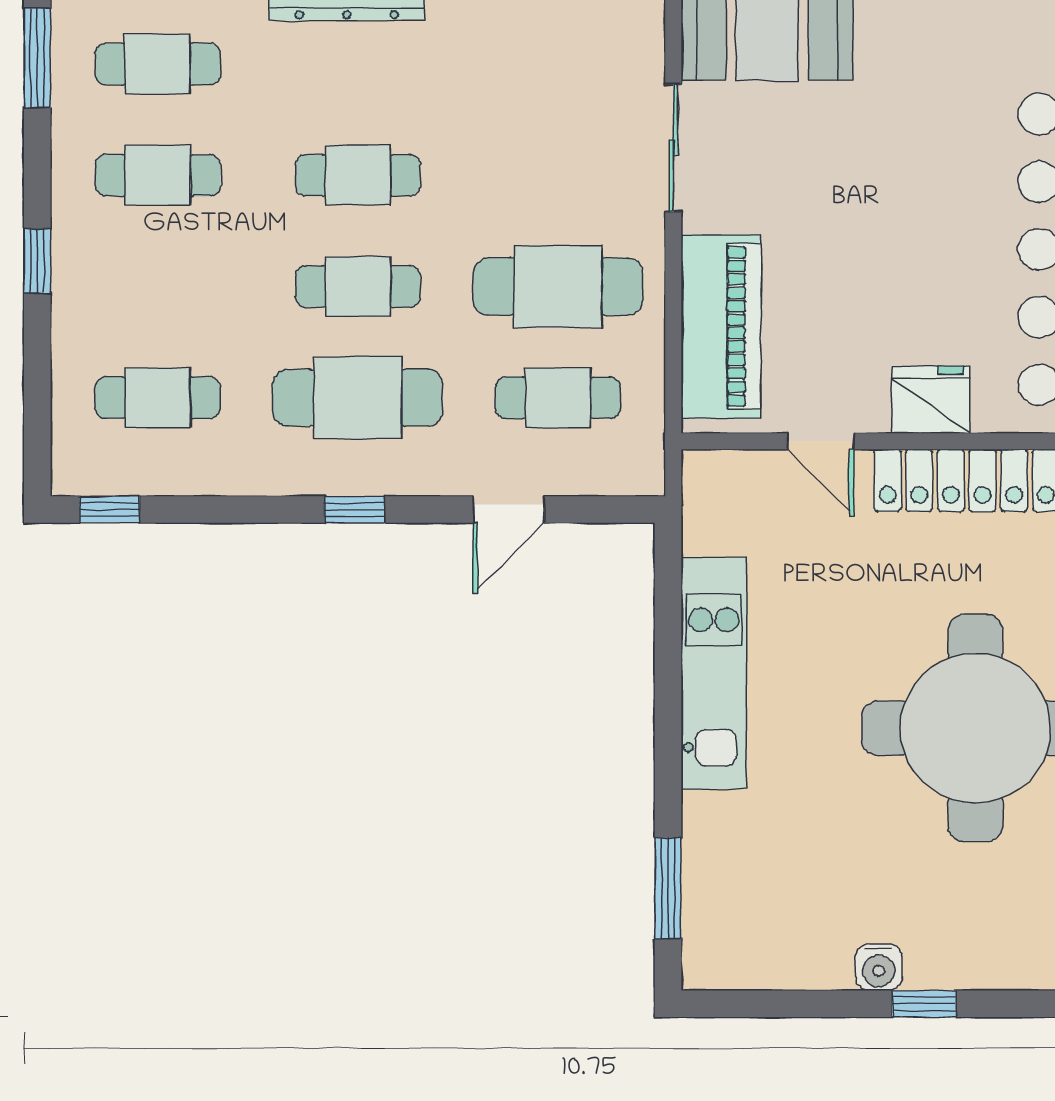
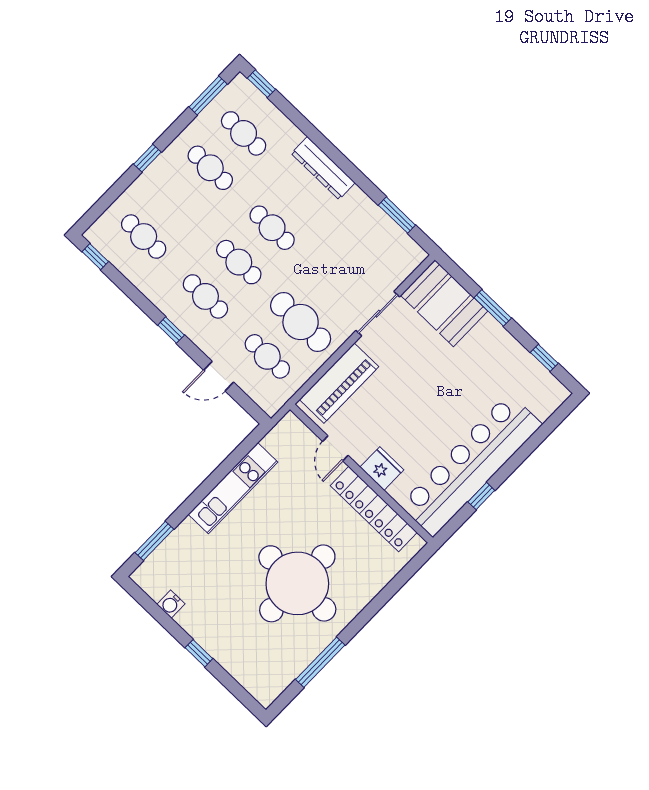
cafe table: (358, 398) -> (205, 296), width x0.73, depth x0.74
water cooler: (879, 967) -> (171, 604), moved

